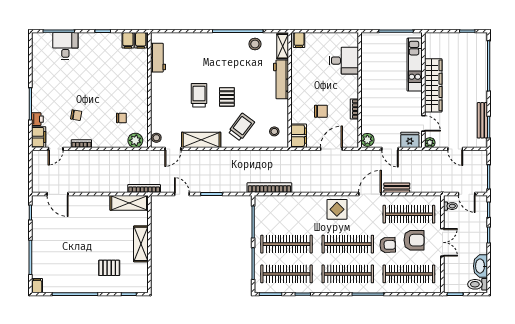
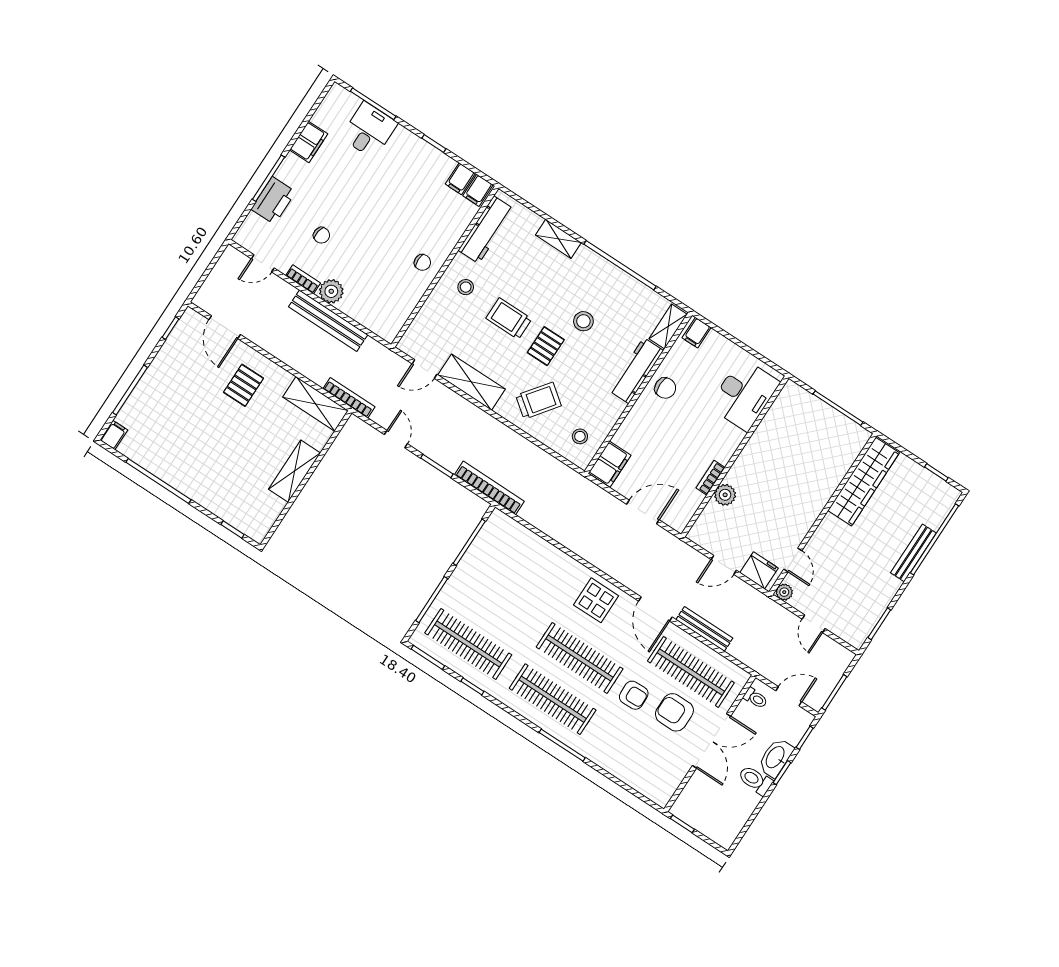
shelving: (198, 38) -> (558, 239), added
stool: (255, 44) -> (583, 321), moved
workbench: (158, 58) -> (486, 230), width x1.38
desk: (344, 61) -> (744, 394), width x1.37
kitchen unit: (415, 65) -> (834, 471), removed
wardrobe: (433, 85) -> (864, 482), moved
trolley: (199, 95) -> (509, 319), turned -90
chair: (321, 111) -> (665, 388), moved
chair: (121, 118) -> (422, 262), moved
printer: (37, 119) -> (273, 201), width x1.87, depth x1.48
bench: (482, 120) -> (913, 553), moved
filing cabinet: (39, 137) -> (309, 142), moved
stool: (156, 138) -> (466, 287), moved
plant: (135, 140) -> (331, 291), moved
plant: (367, 140) -> (725, 495), moved
door: (390, 149) -> (724, 565), hinge flipped
bench: (108, 156) -> (328, 321), added
bookcase: (269, 188) -> (489, 488), moved
bench: (397, 188) -> (704, 629), width x1.36
door: (370, 194) -> (655, 609), swing flipped
door: (467, 194) -> (789, 696), swing flipped
armchair: (414, 240) -> (674, 712), turned 180
double door: (442, 242) -> (711, 741), width x1.37
clothes rail: (287, 244) -> (495, 603), removed
washbasin: (480, 266) -> (776, 758), moved
pallet: (109, 268) -> (243, 385), moved, turned 90
clothes rail: (409, 274) -> (637, 754), removed
toilet: (478, 284) -> (755, 780), moved

